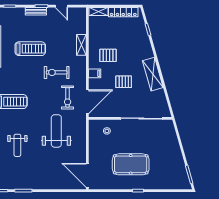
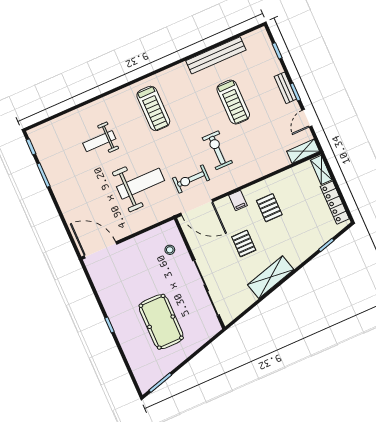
shelving: (81, 45) -> (303, 151), moved
pool table: (131, 164) -> (161, 322), moved
door: (87, 175) -> (100, 250), hinge flipped

